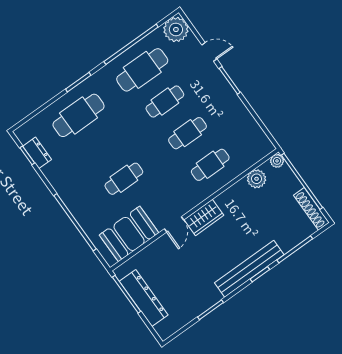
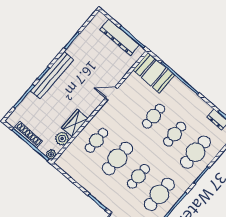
cafe table: (188, 133) -> (117, 158), width x1.37, depth x1.35
cafe table: (101, 147) -> (175, 134), added
shoe rack: (311, 209) -> (28, 135), moved
wardrobe: (204, 217) -> (75, 123), moved
door: (174, 224) -> (111, 93), hinge flipped
booth: (129, 234) -> (154, 73), moved, turned 90

